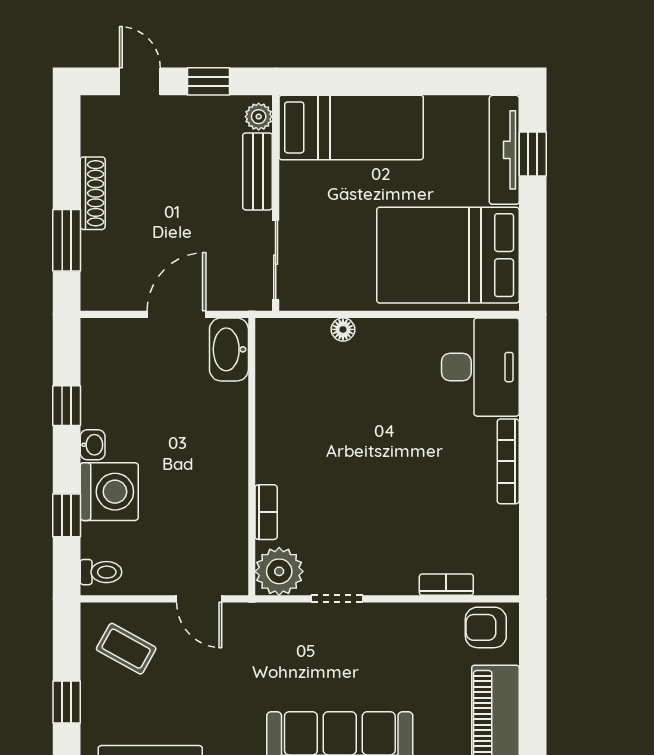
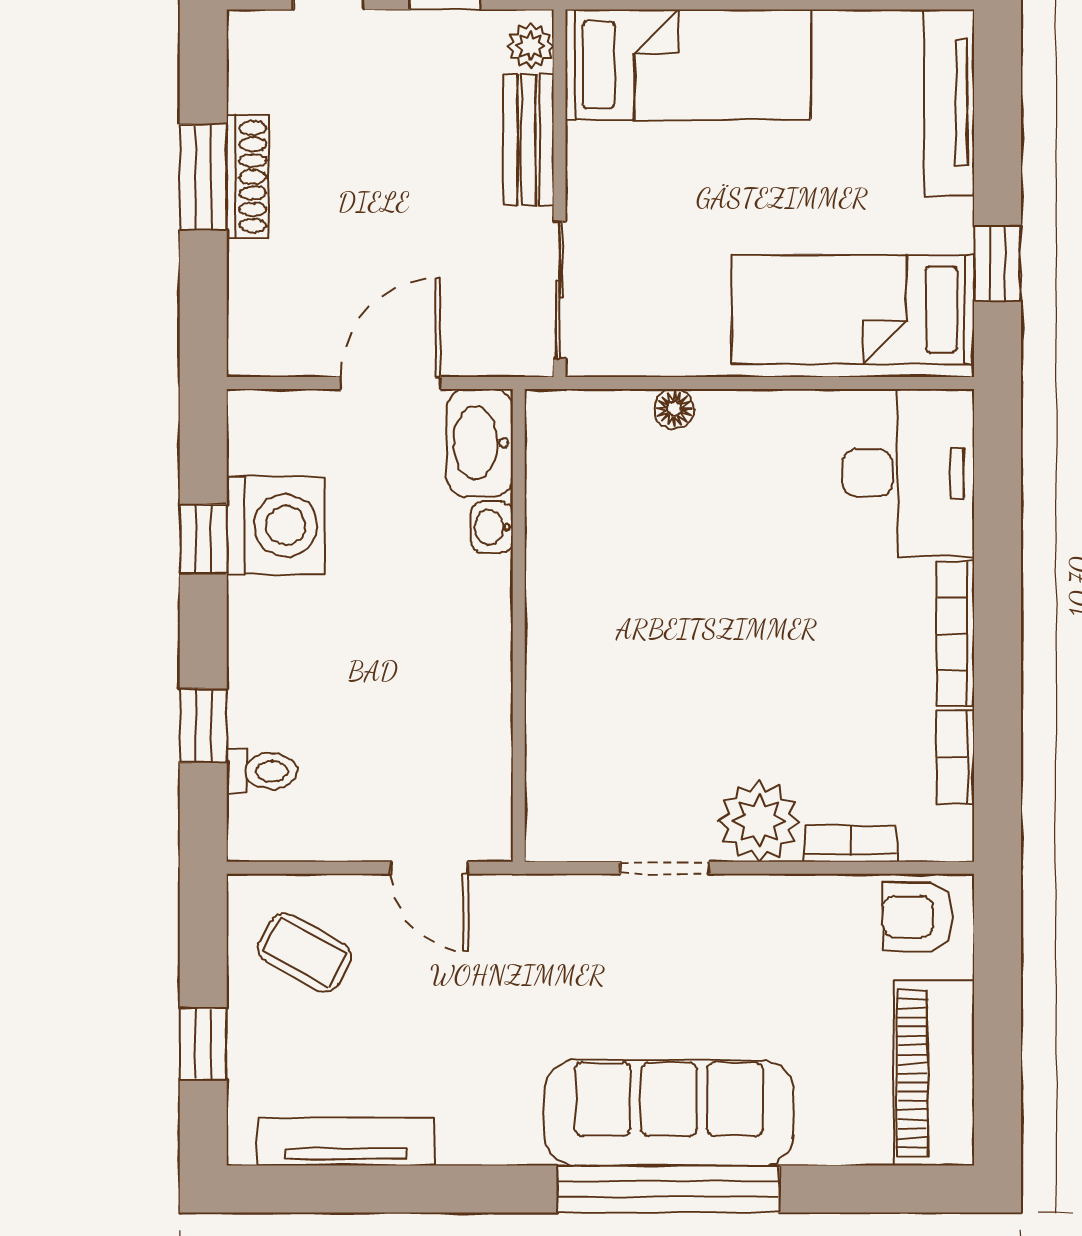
window: (533, 154) -> (998, 263), moved
window: (67, 240) -> (203, 177), moved
bed: (448, 255) -> (853, 309), width x0.67
washbasin: (93, 445) -> (492, 527), moved, turned 180
washing machine: (109, 492) -> (276, 525), moved
bookcase: (266, 512) -> (956, 757), moved, turned 180
plant: (279, 571) -> (759, 821), moved
toilet: (101, 572) -> (262, 771), moved

